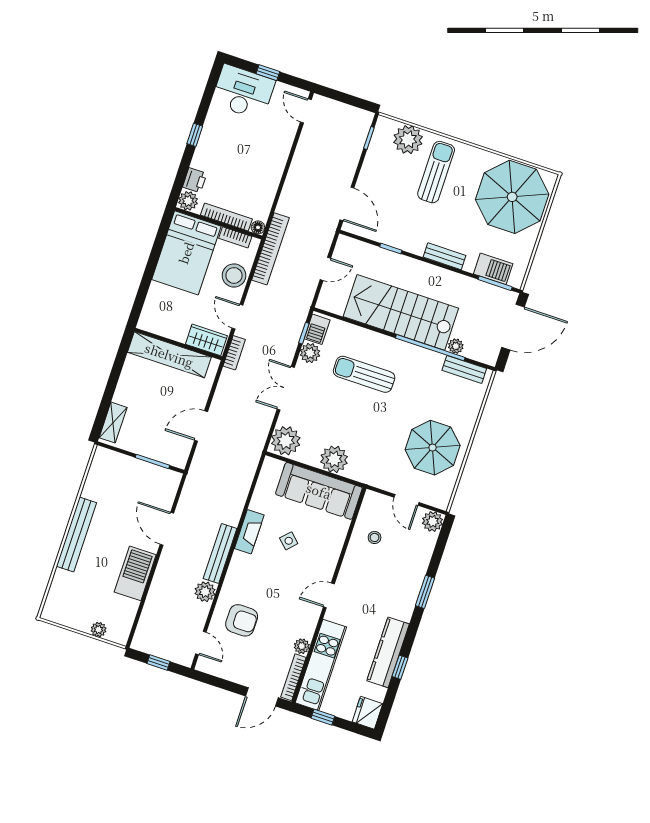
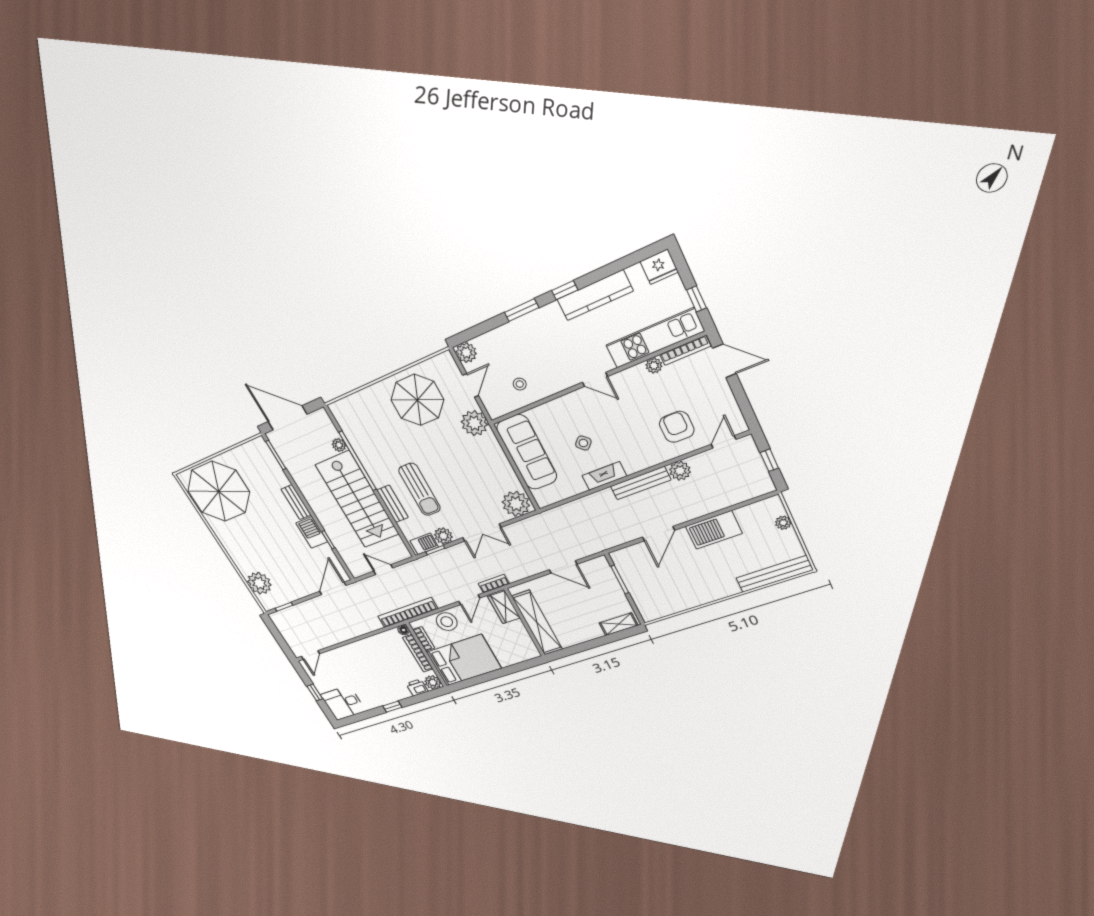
desk: (243, 92) -> (343, 703), width x0.73
sun lounger: (436, 172) -> (257, 551), removed
barbecue: (493, 269) -> (312, 532), moved
bench: (464, 369) -> (393, 504), moved
plant: (334, 459) -> (474, 423), moved
bench: (76, 534) -> (774, 574), moved
window: (400, 667) -> (565, 290), moved

